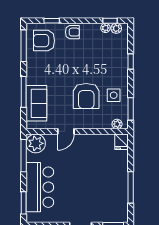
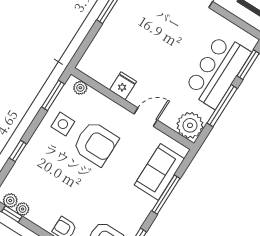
armchair: (86, 96) -> (96, 143), turned 90
fridge: (122, 142) -> (123, 86), moved
window: (24, 156) -> (222, 106), moved

